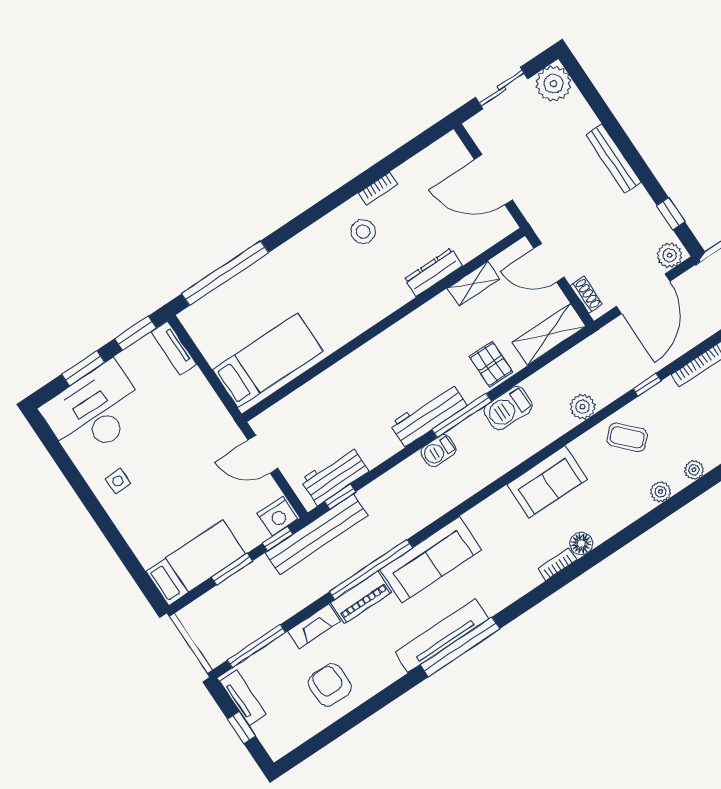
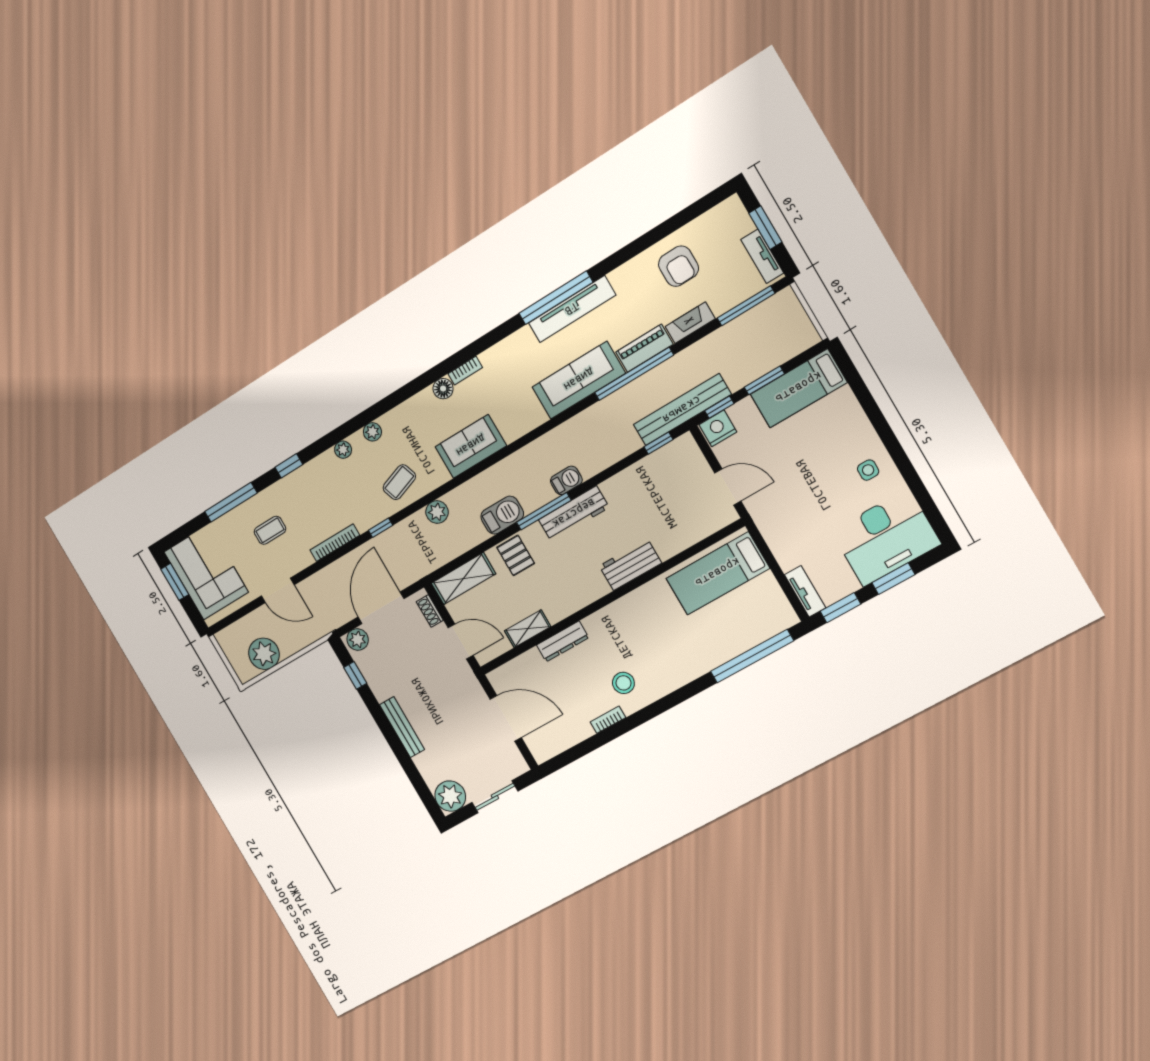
coffee table: (627, 437) -> (399, 482), turned -65
workbench: (335, 476) -> (630, 564), moved, turned 180
window: (242, 727) -> (765, 228), width x1.50

